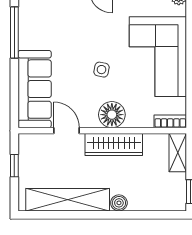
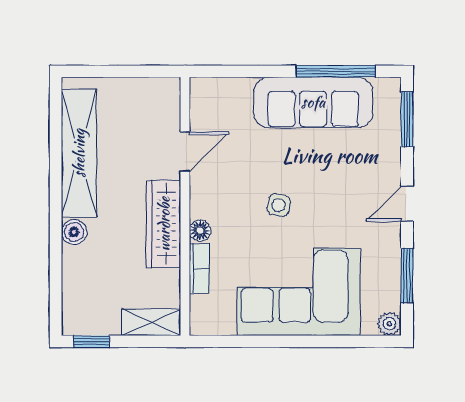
sofa: (35, 89) -> (313, 102), moved
floor lamp: (112, 115) -> (200, 231), width x0.53, depth x0.53
bookcase: (170, 121) -> (199, 268), moved
window: (14, 166) -> (131, 71), removed

